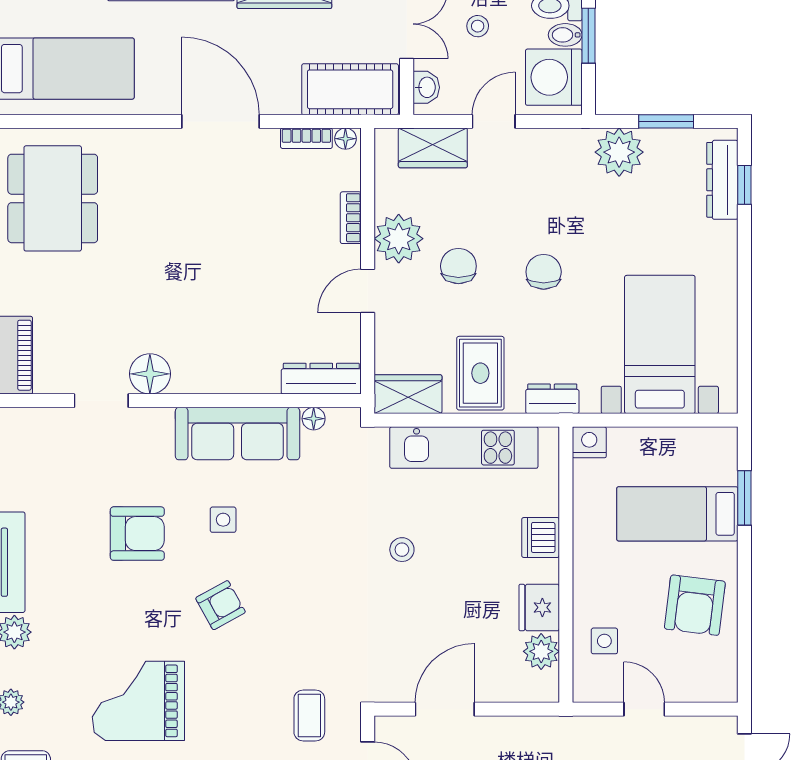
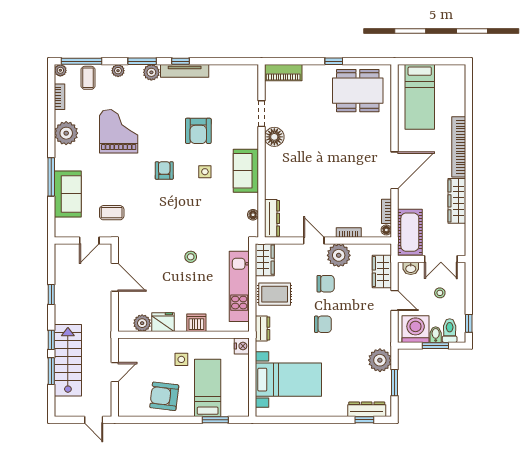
sofa: (238, 434) -> (246, 171), width x0.73
armchair: (221, 605) -> (164, 170), turned -151
side table: (604, 641) -> (181, 359), moved

